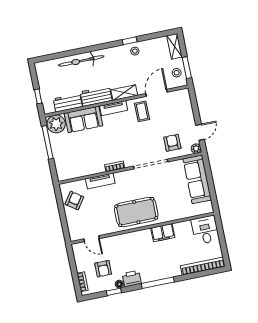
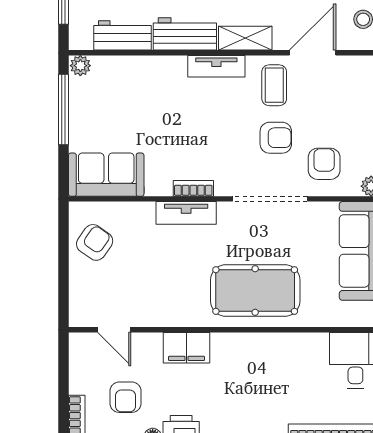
sofa: (83, 120) -> (106, 175), moved, turned 180
plant: (56, 124) -> (80, 66), width x0.53, depth x0.53
armchair: (148, 135) -> (276, 138), added
tv unit: (100, 181) -> (186, 213), moved
pool table: (136, 212) -> (255, 291), moved
filing cabinet: (163, 233) -> (187, 348), moved

